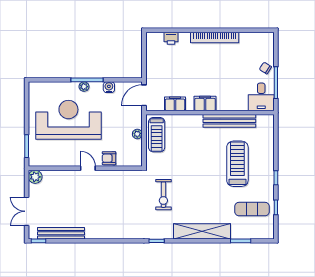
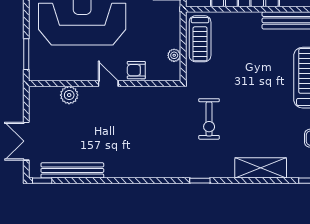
plant: (137, 134) -> (174, 55), moved
plant: (35, 177) -> (69, 95), moved
shelving: (202, 231) -> (261, 168), width x0.68

